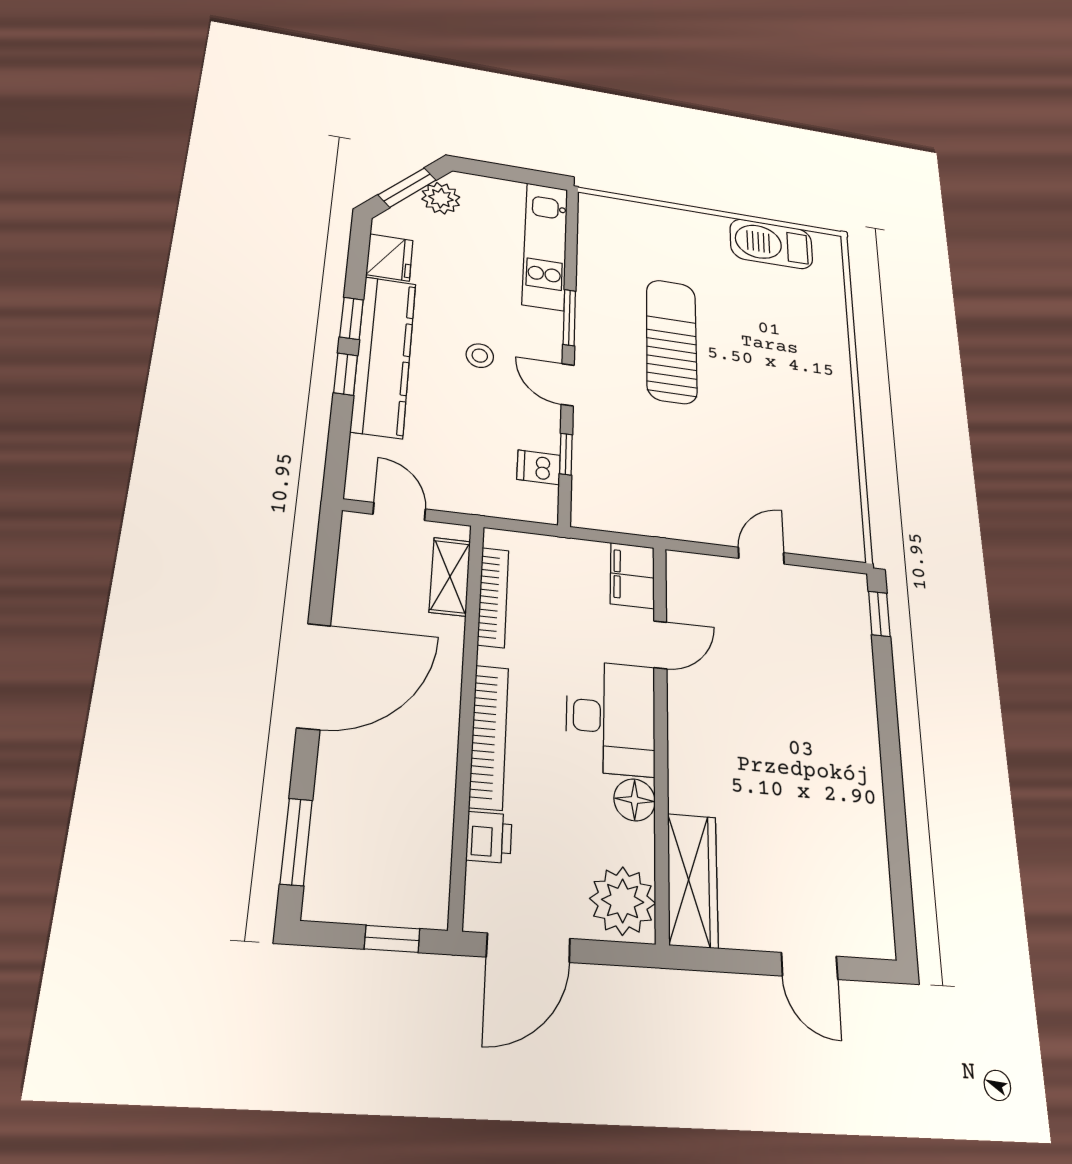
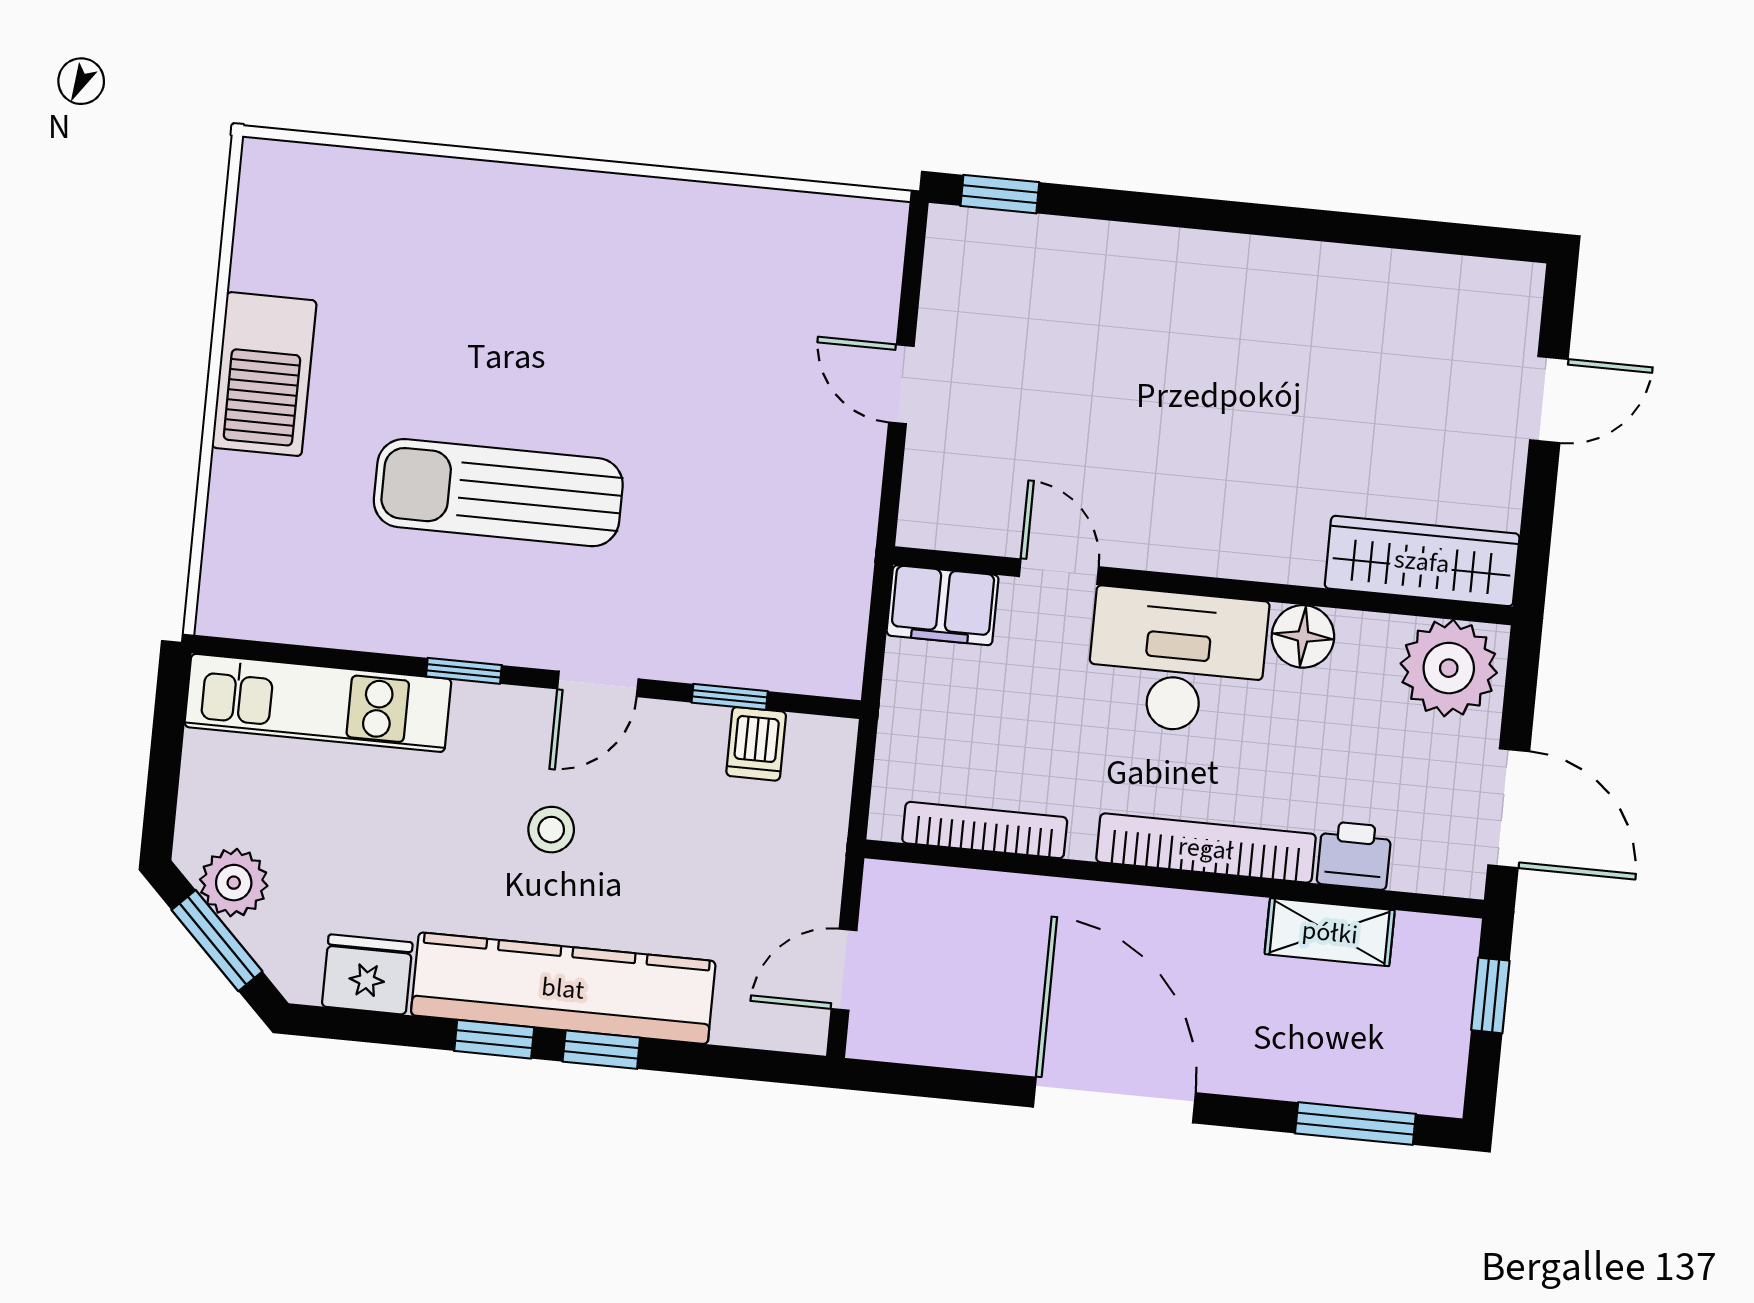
barbecue: (771, 244) -> (264, 374), moved
window: (569, 318) -> (464, 671), width x0.67
shelving: (450, 577) -> (1330, 932), moved

